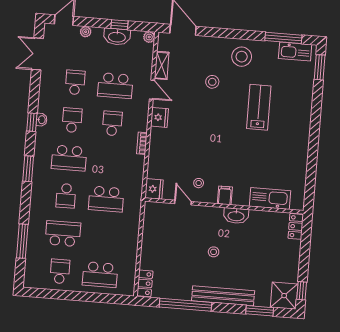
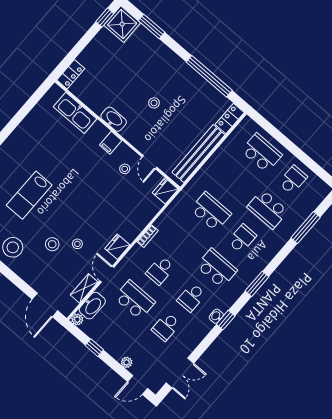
washbasin: (117, 37) -> (92, 306), moved, turned 90
stool: (193, 97) -> (77, 244), added
school desk: (60, 271) -> (293, 180), turned 180
bench: (223, 296) -> (199, 154), moved, turned 90

